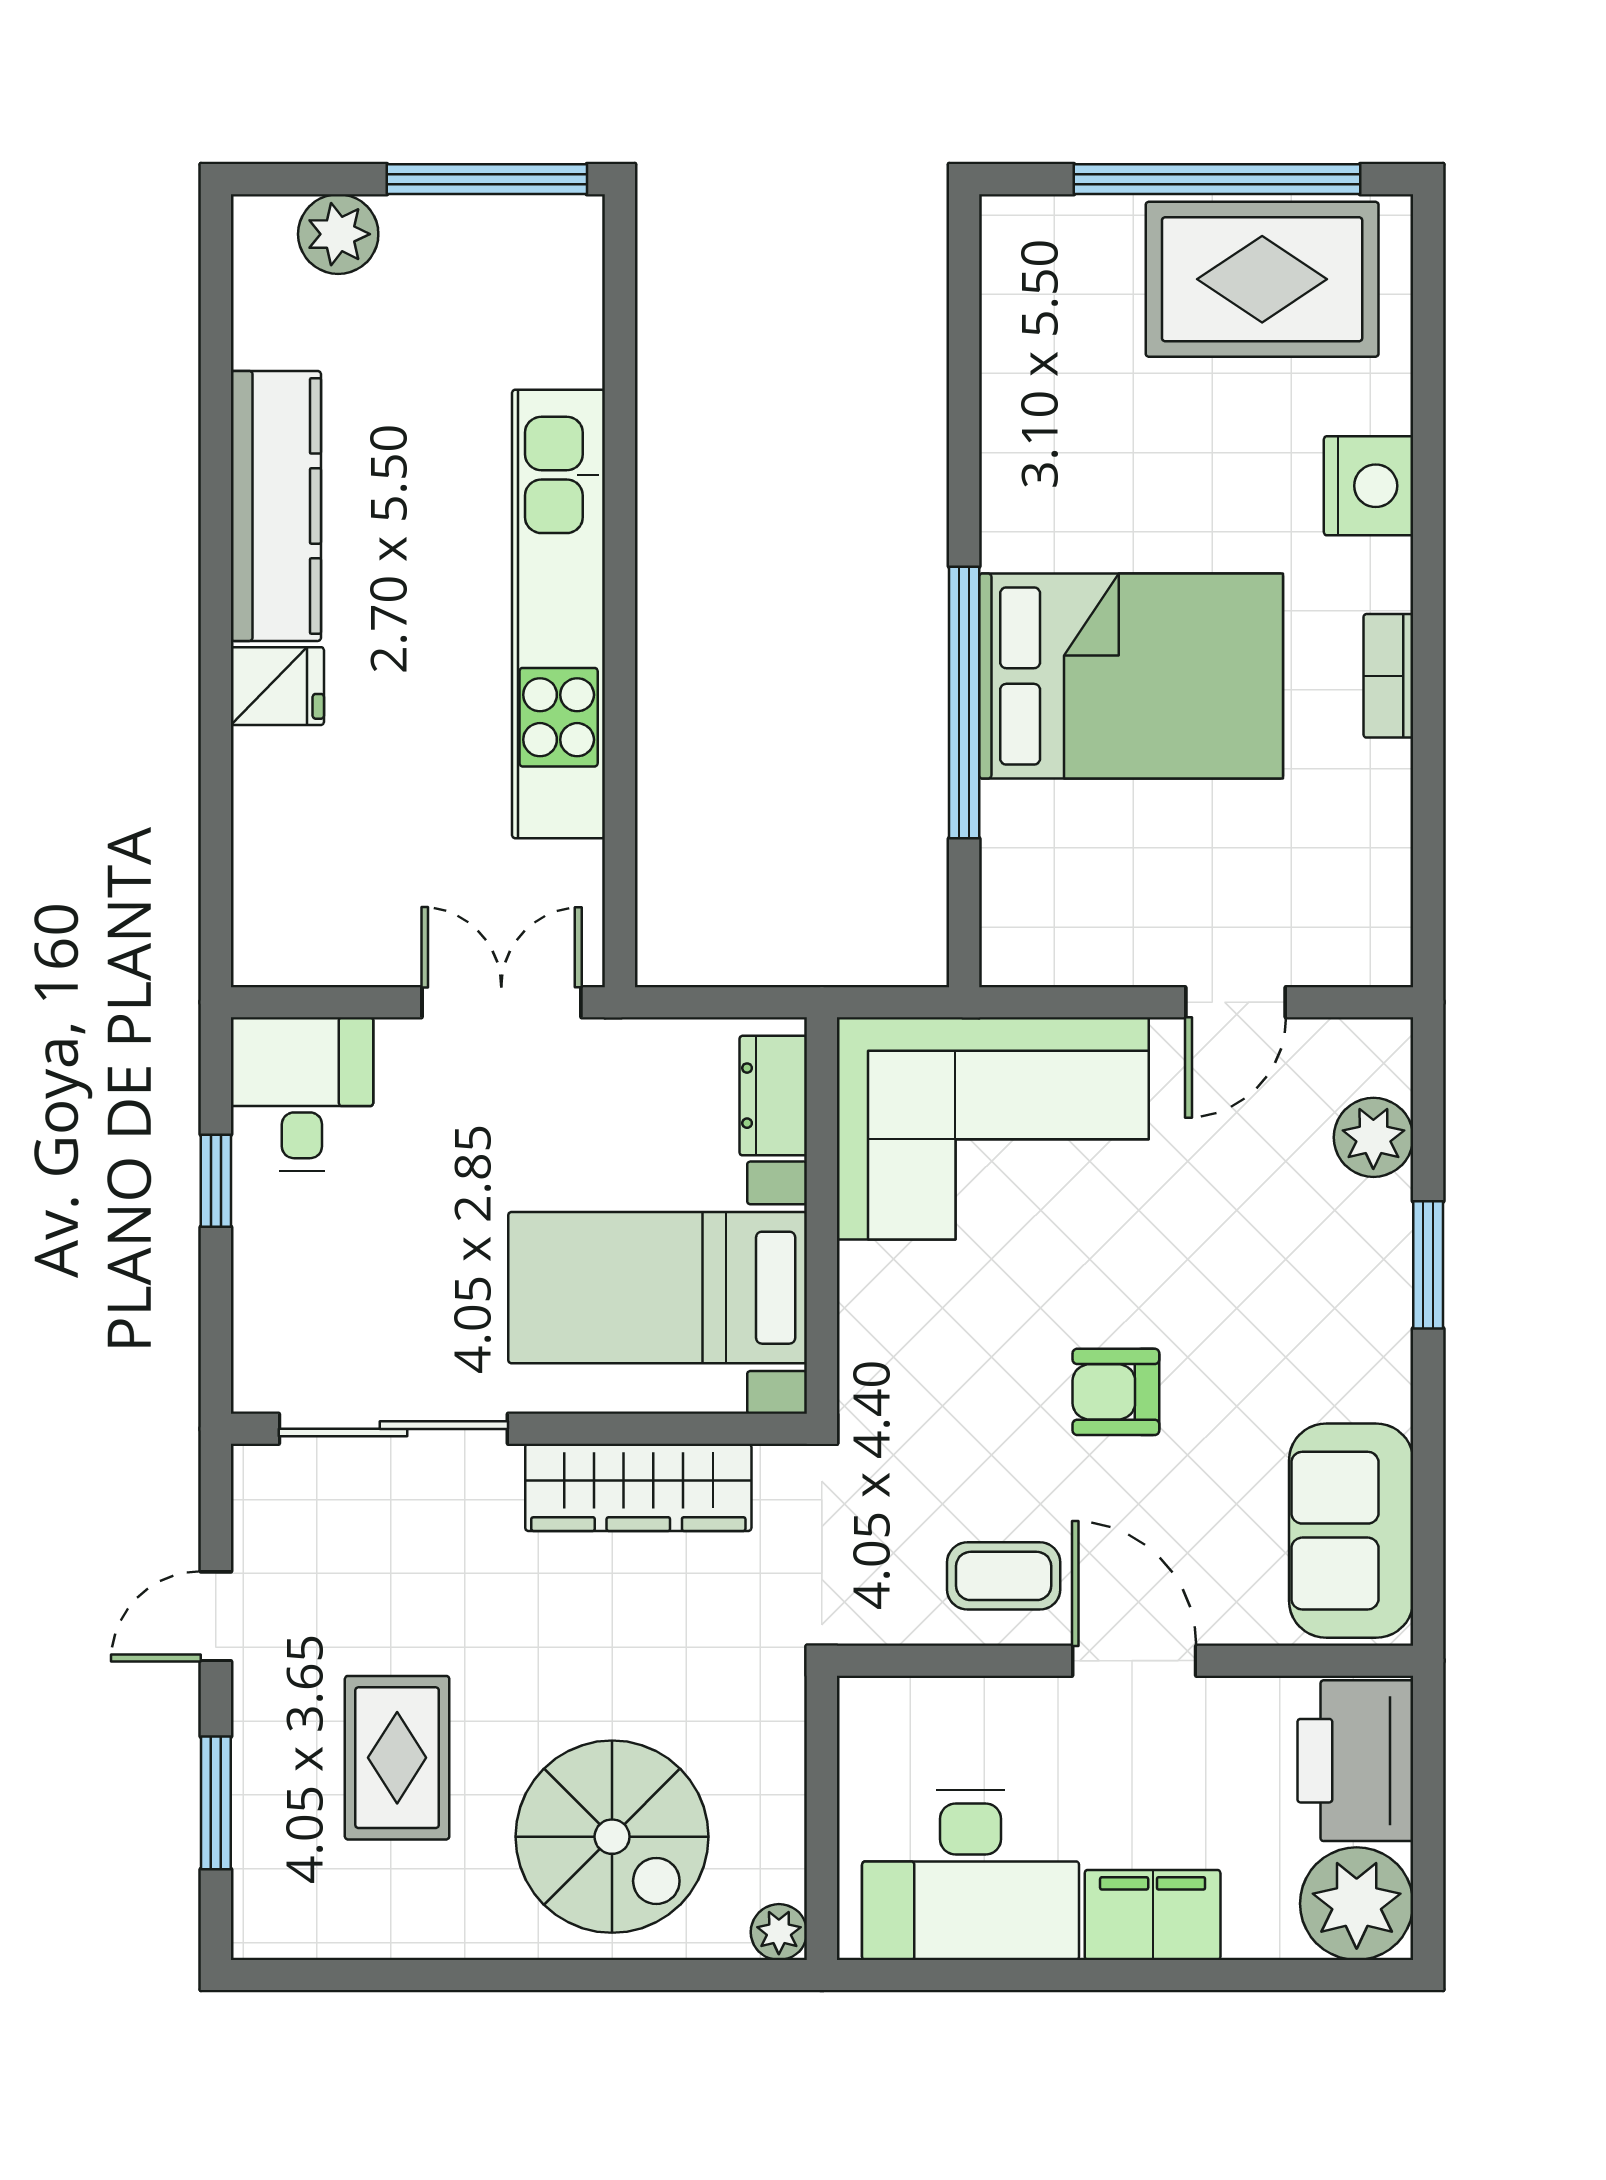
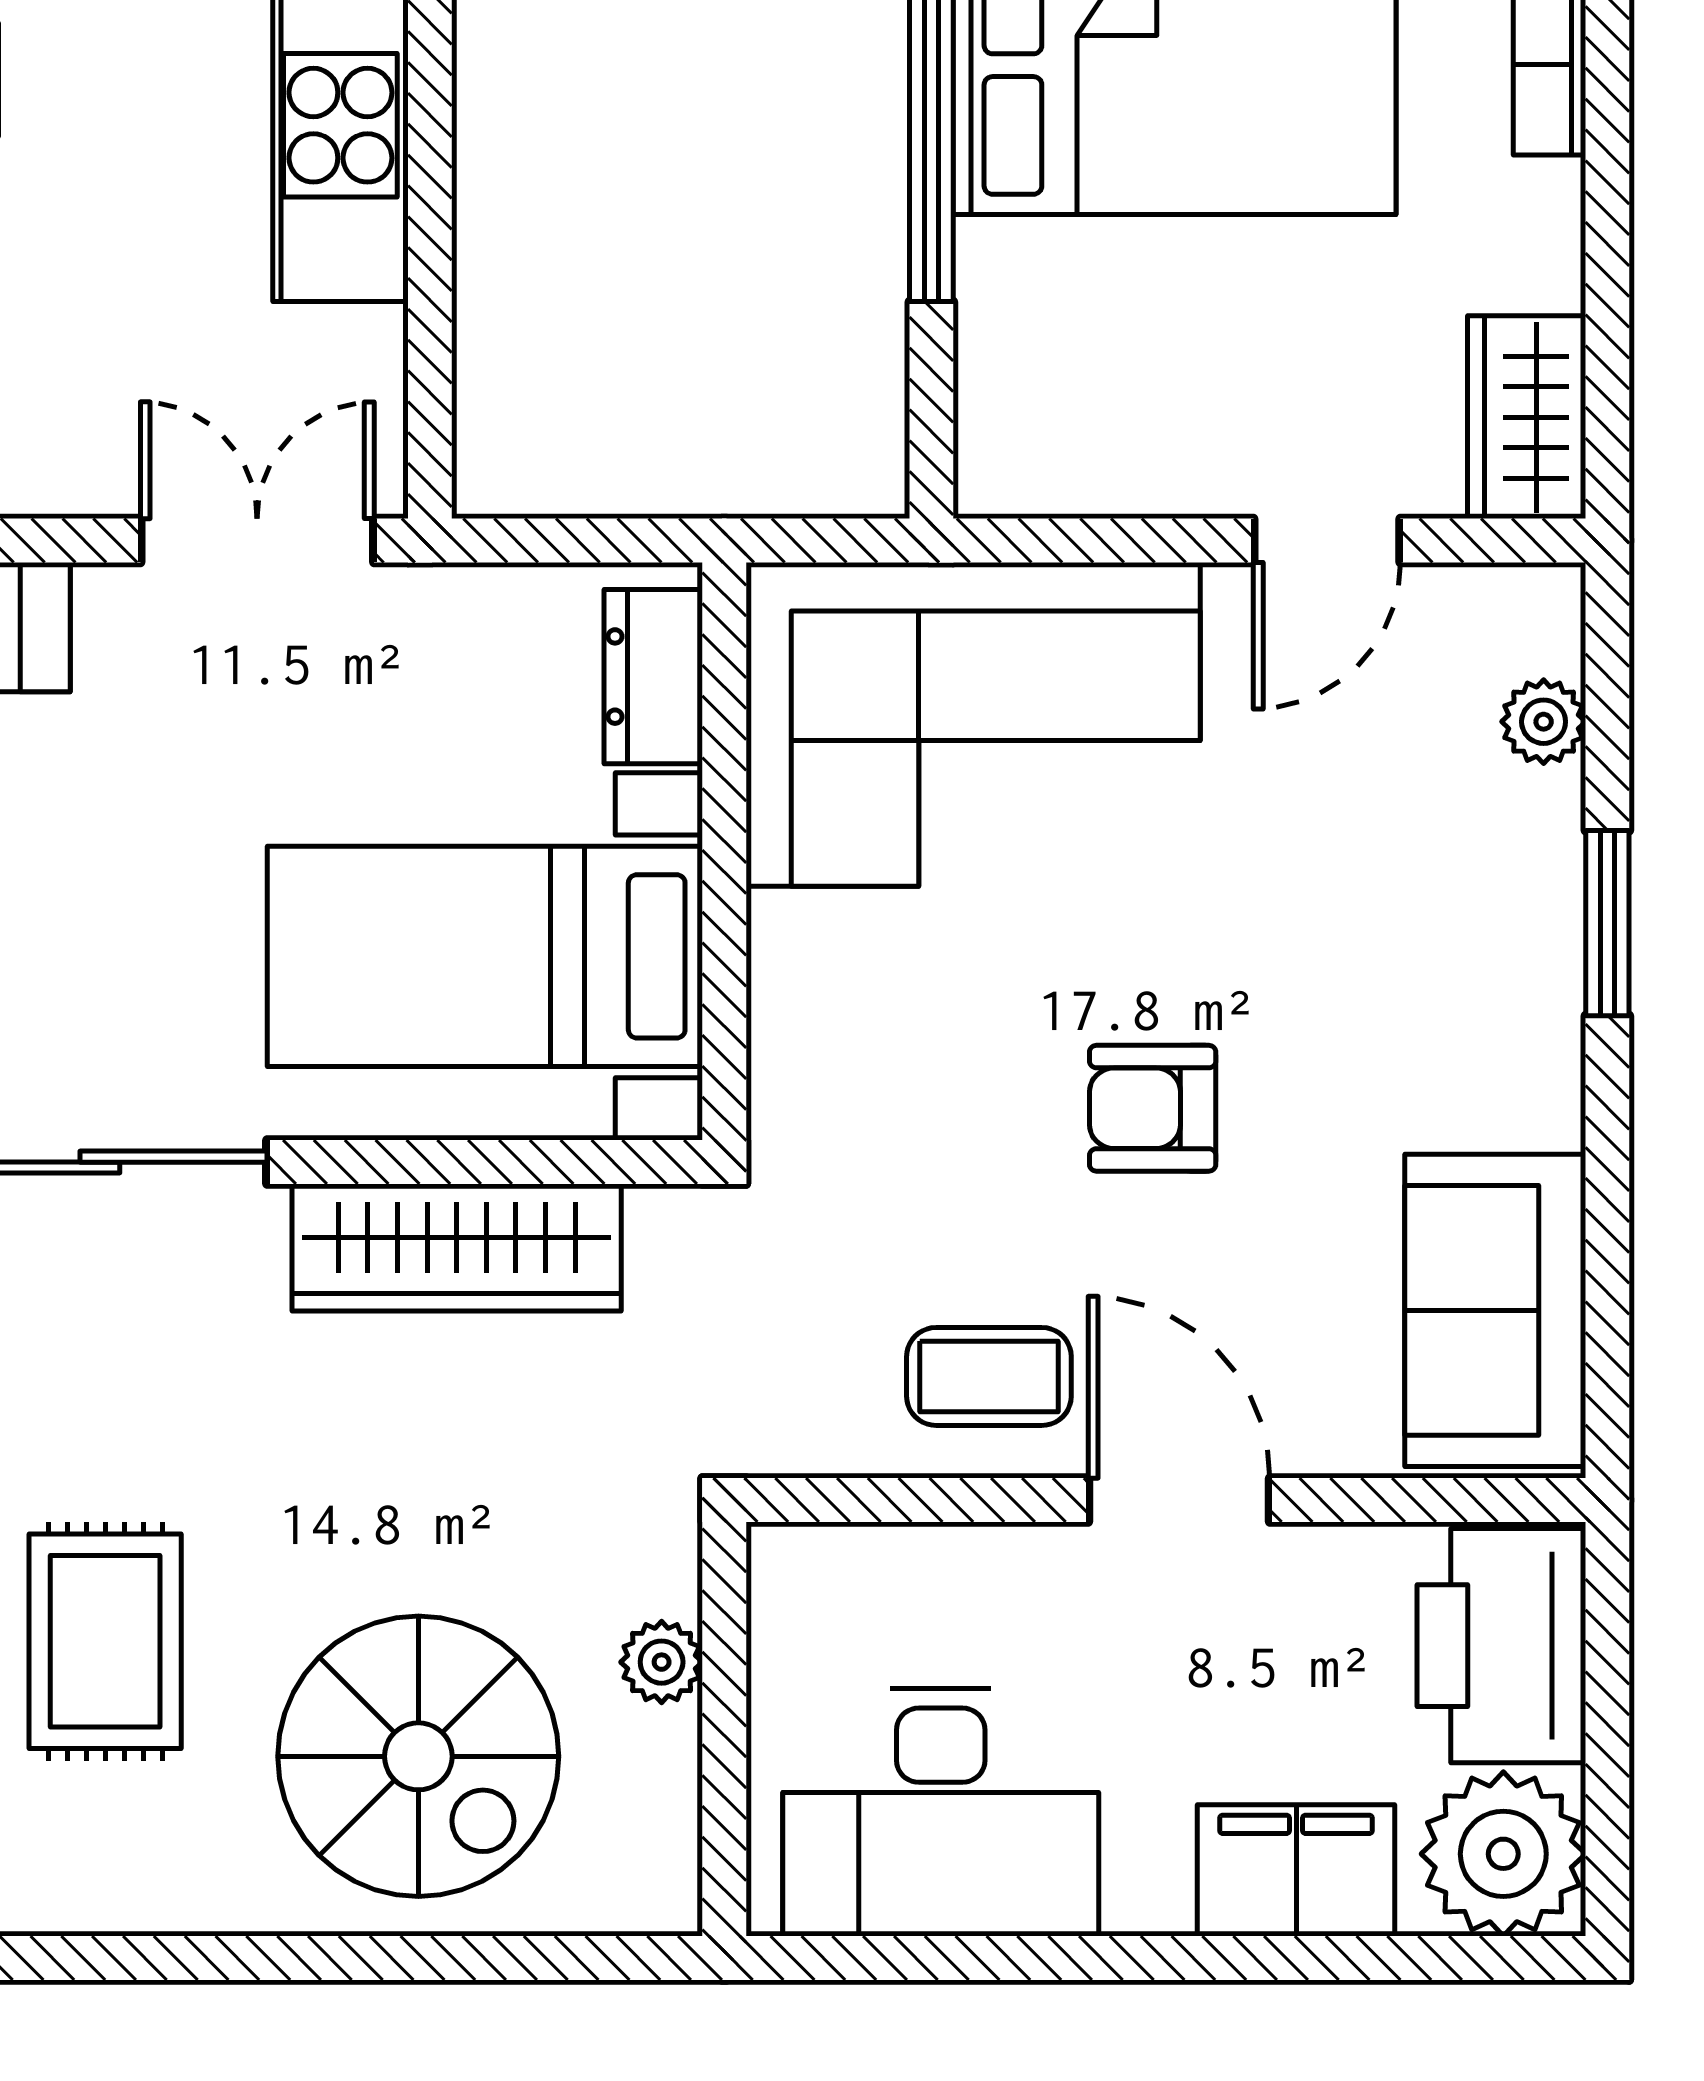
wardrobe: (1373, 918) -> (1527, 417), added
plant: (1373, 1137) -> (1544, 722), width x0.73, depth x0.73
filing cabinet: (1153, 1915) -> (1296, 1870), moved
plant: (779, 1932) -> (662, 1662), moved

